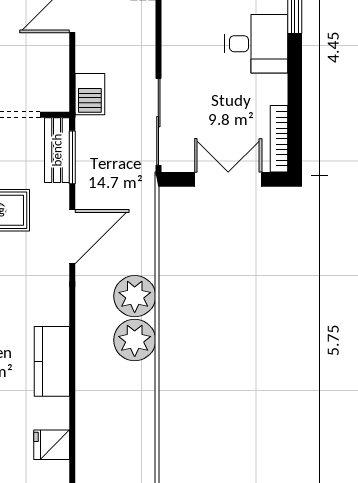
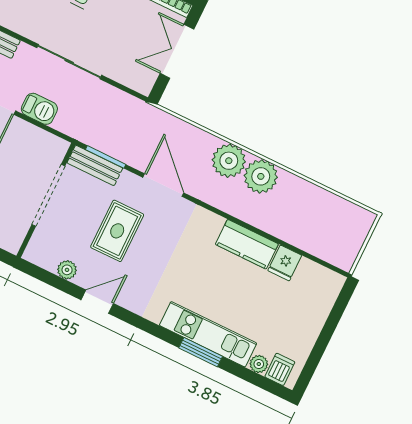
barbecue: (90, 94) -> (39, 109), moved
sliding door: (158, 122) -> (69, 62), moved
fridge: (52, 445) -> (285, 263), moved

